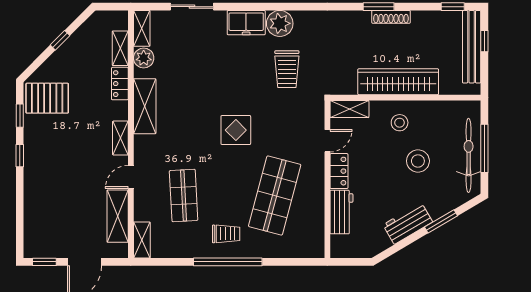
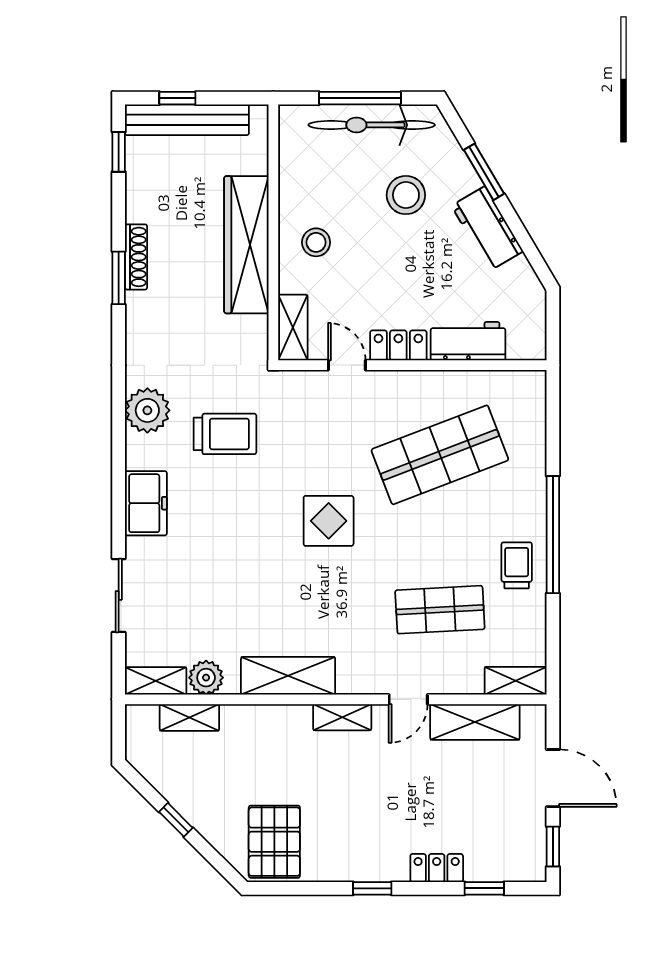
plant: (280, 23) -> (147, 410), moved
locker: (120, 84) -> (437, 868), moved, turned 180
window: (20, 116) -> (484, 888), moved
stool: (418, 161) -> (406, 195), moved
door: (131, 177) -> (408, 699), hinge flipped
shop shelf: (275, 195) -> (440, 455), turned -36
trolley: (226, 234) -> (517, 565), moved

